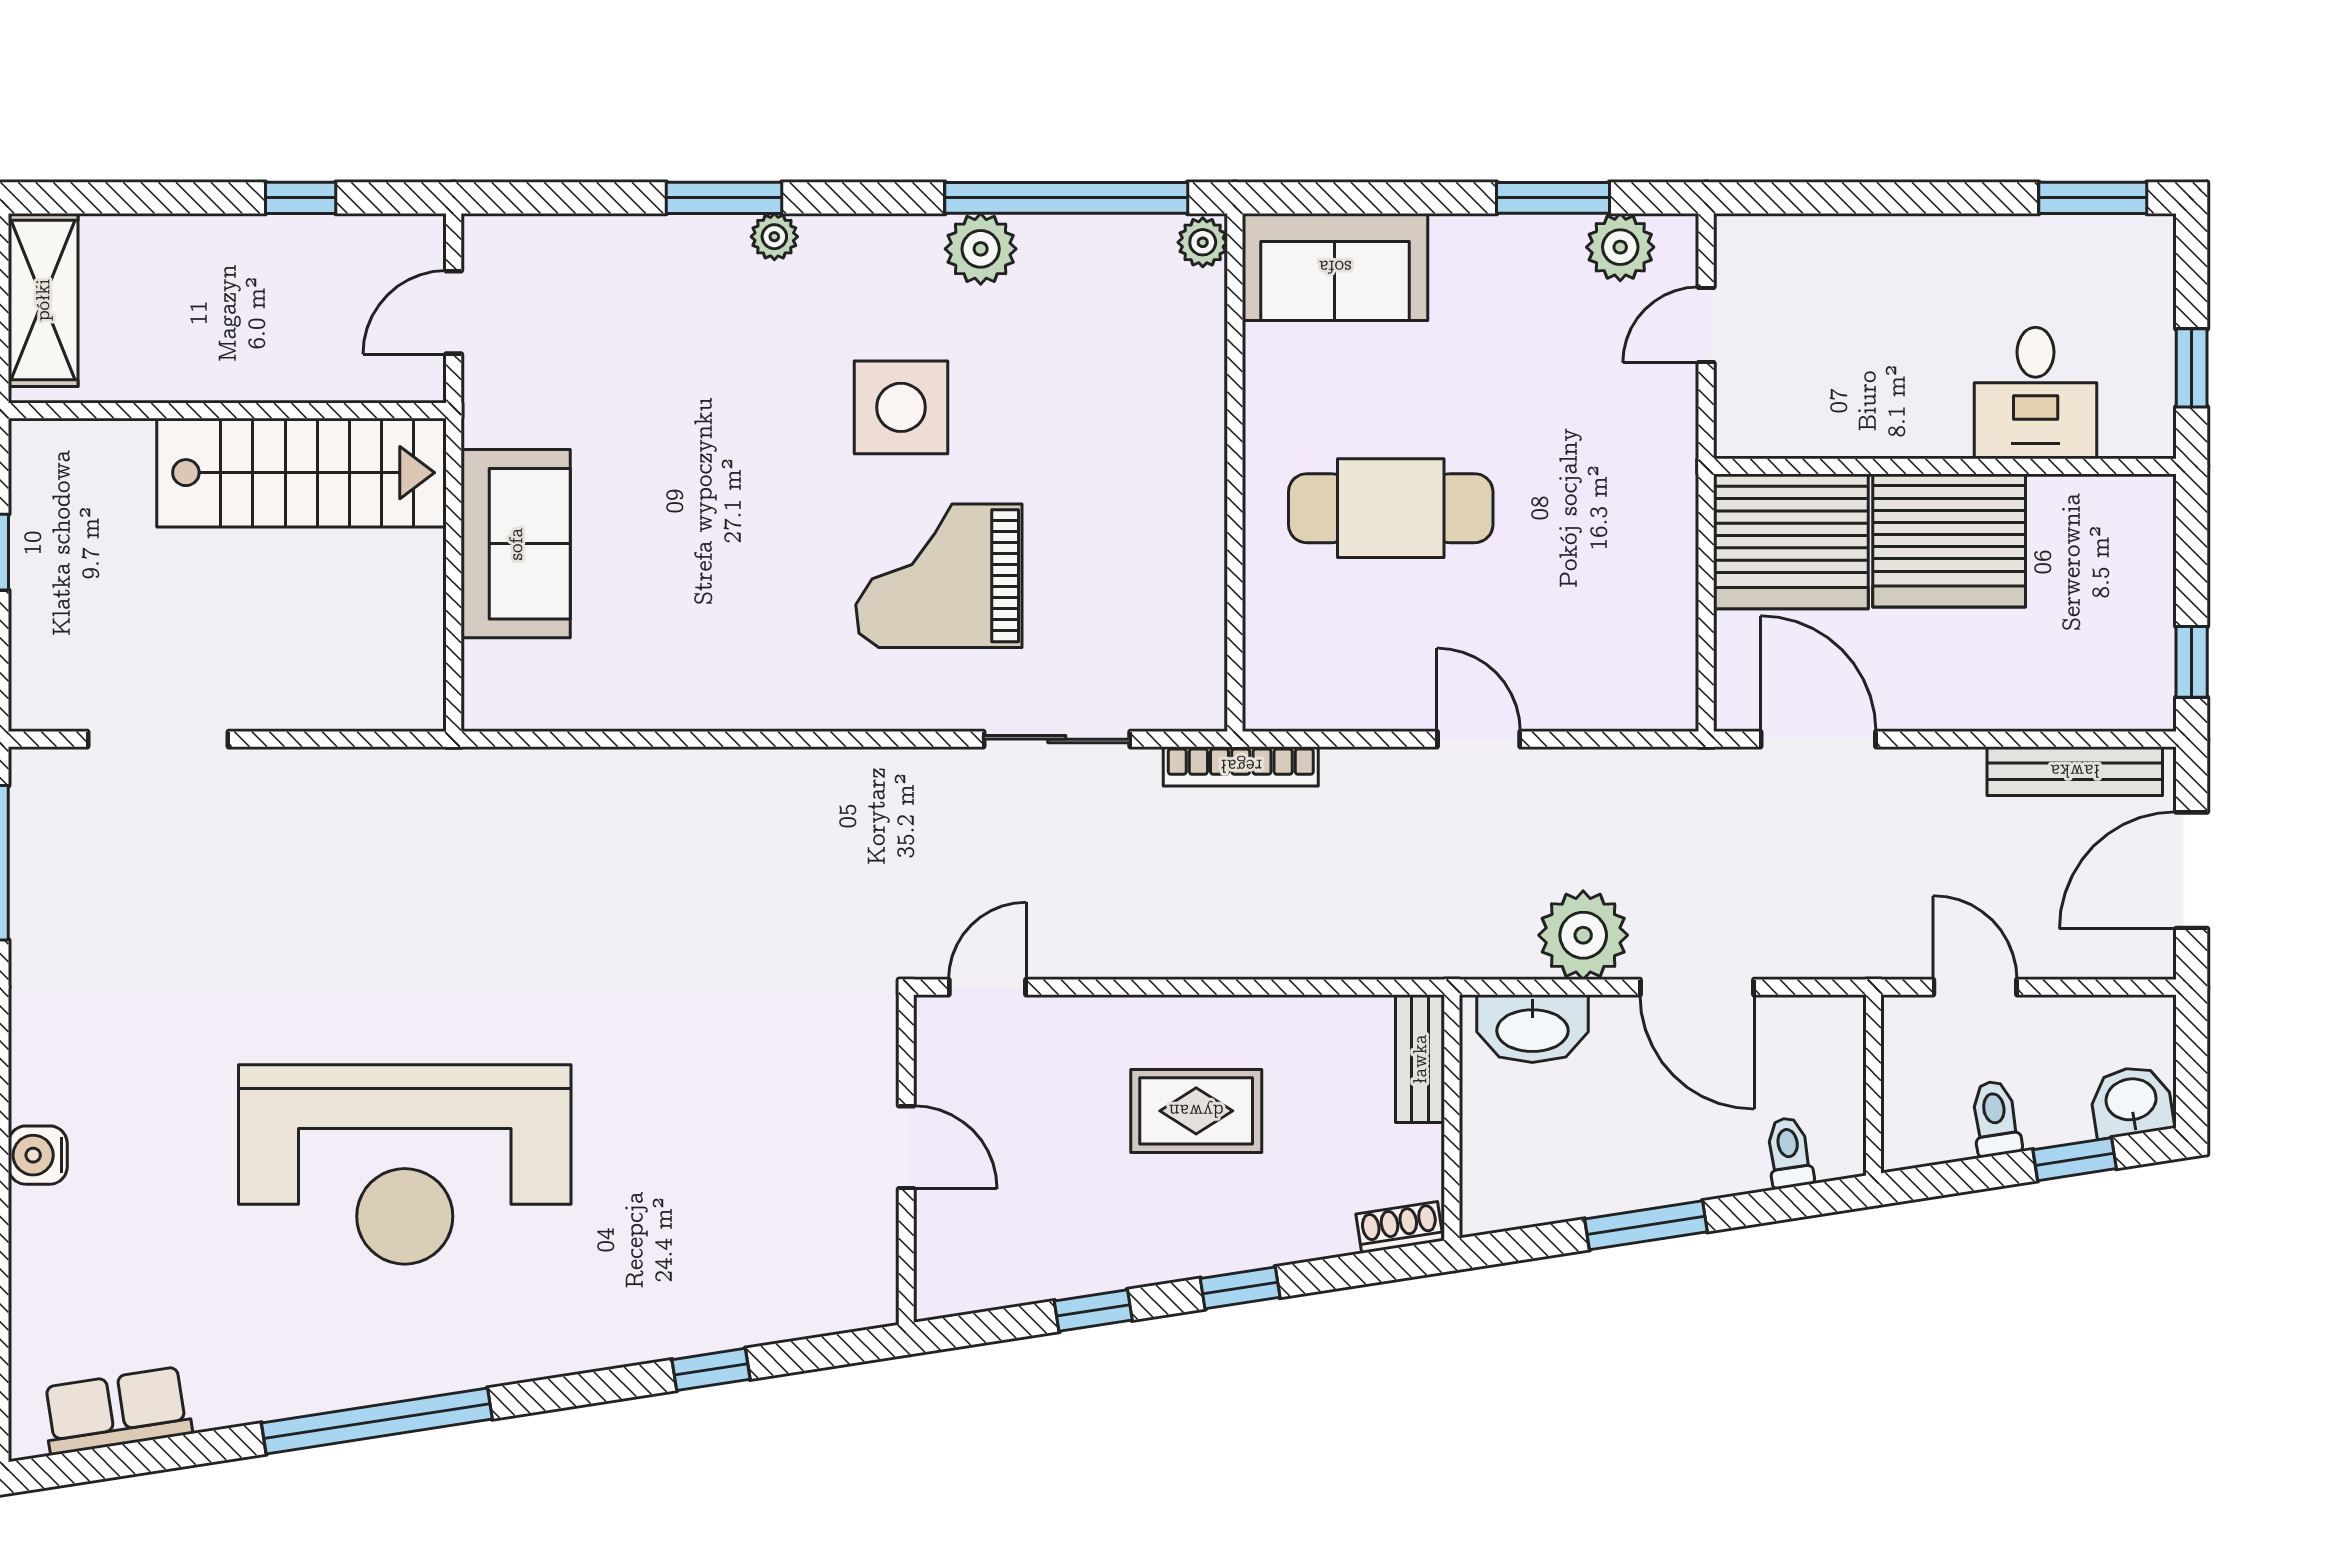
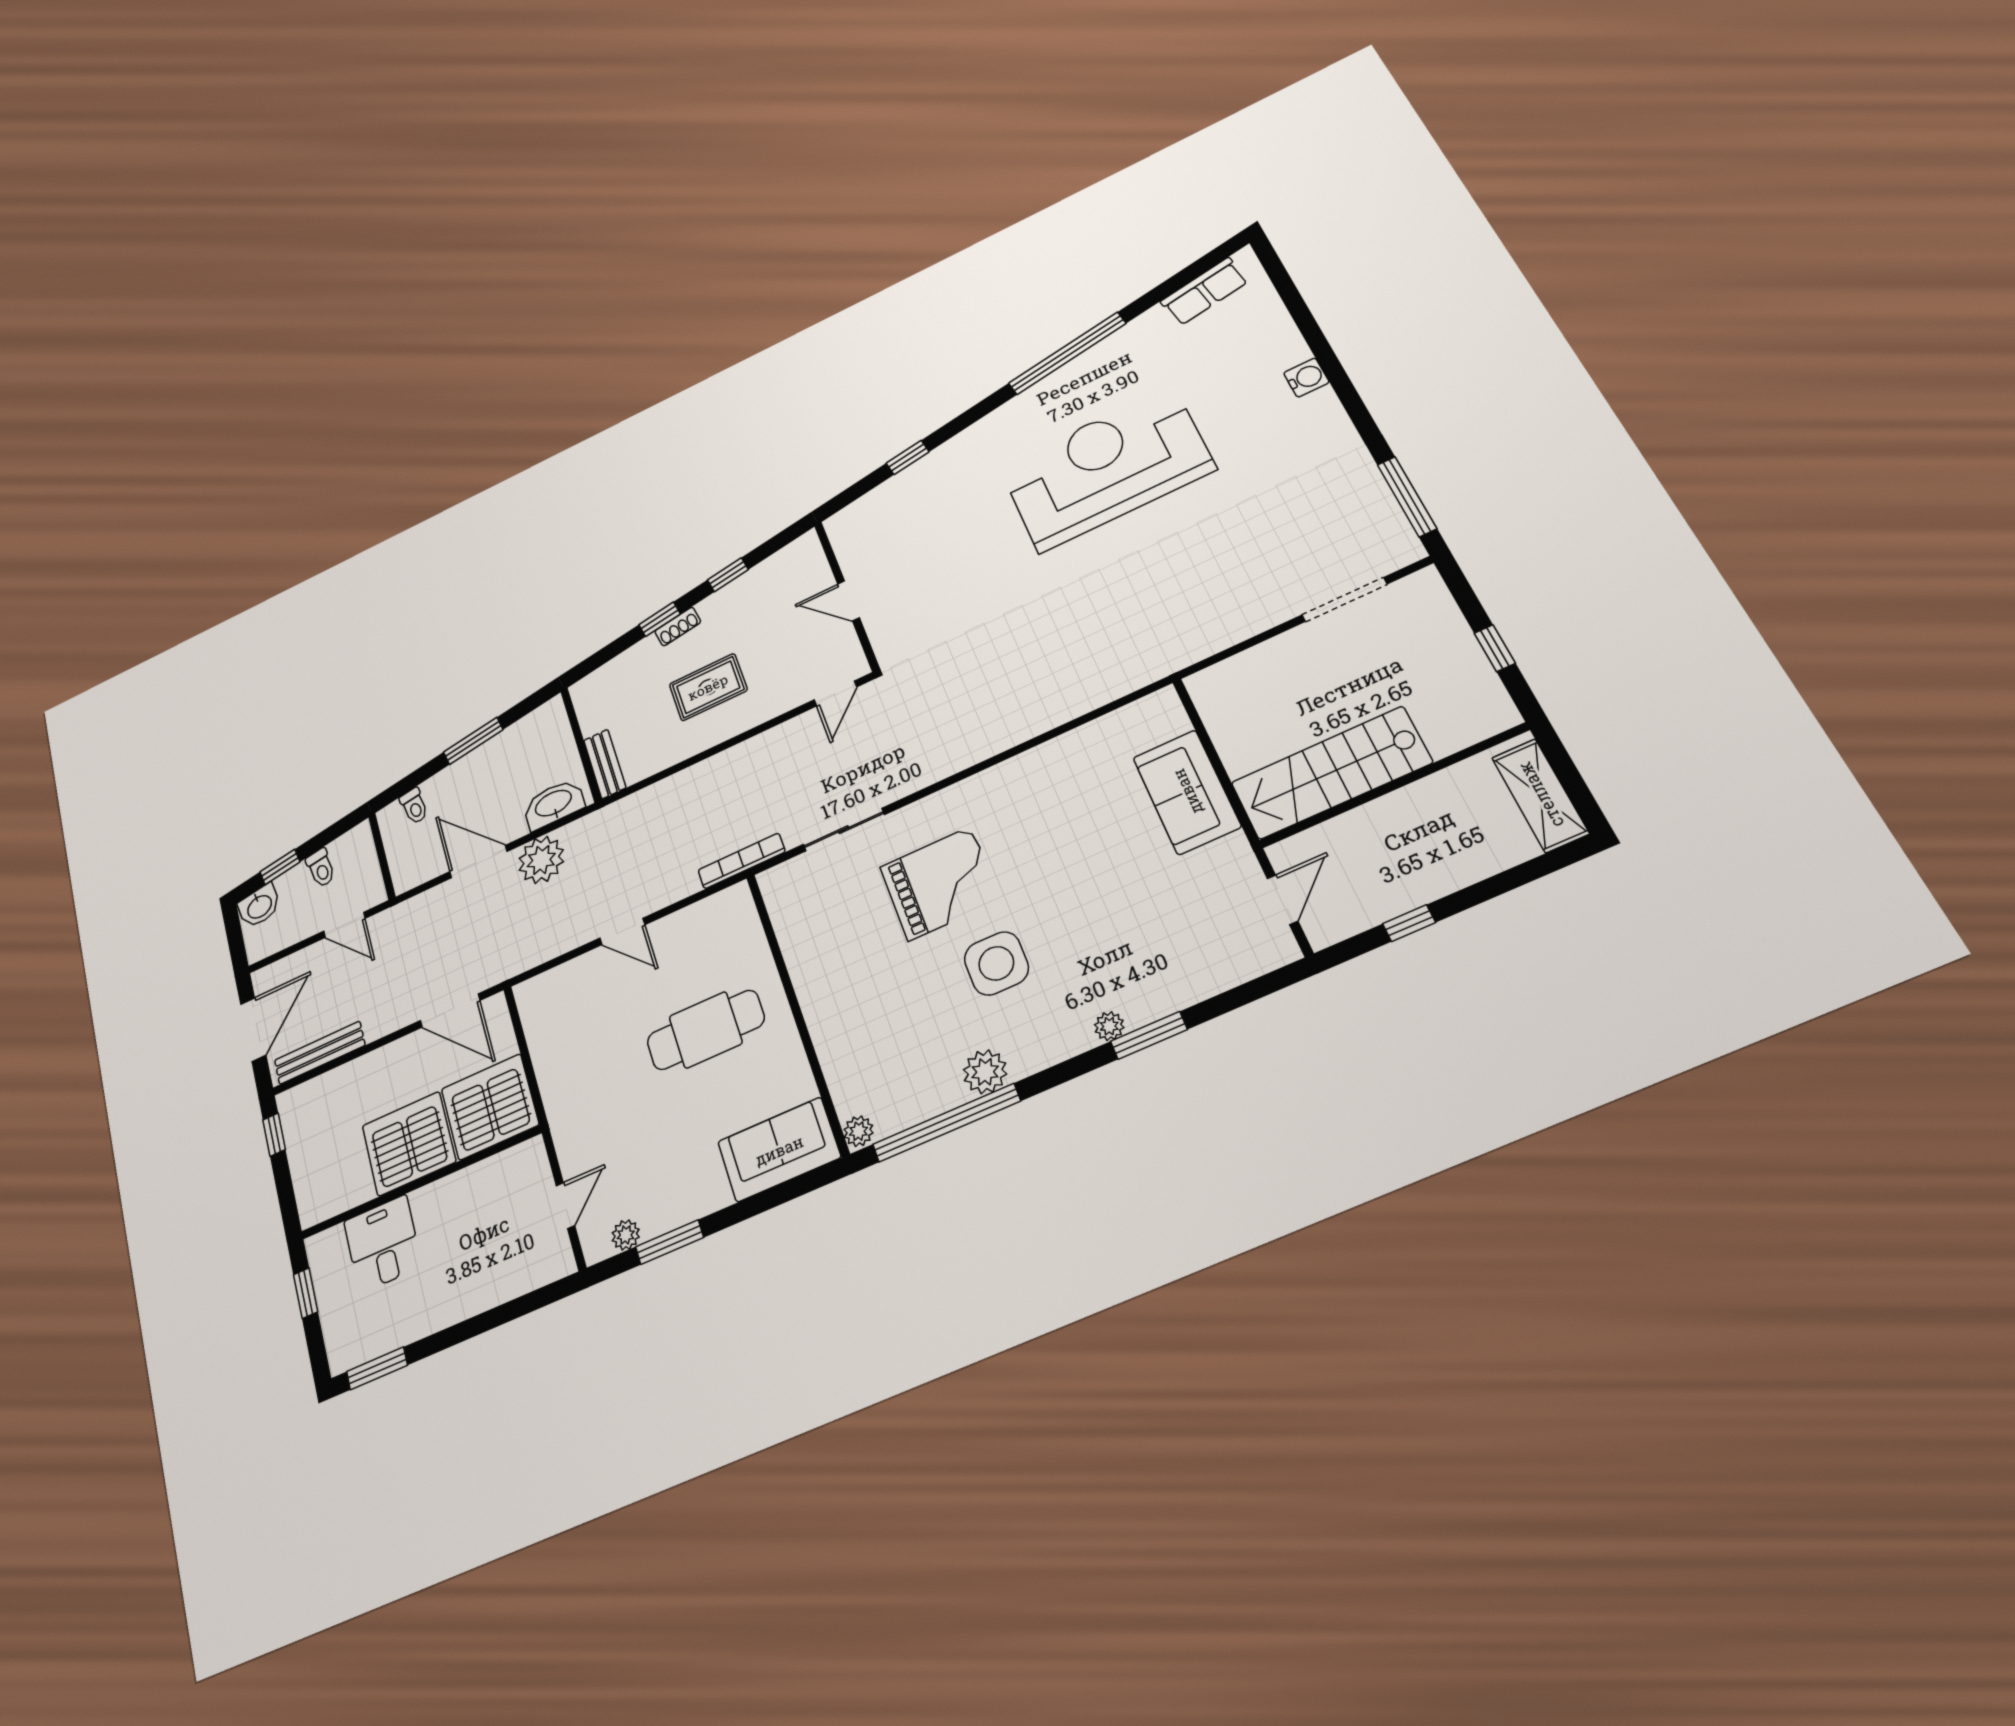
plant: (1620, 247) -> (626, 1235), width x0.73, depth x0.73
shoe rack: (1400, 1227) -> (678, 627), moved

